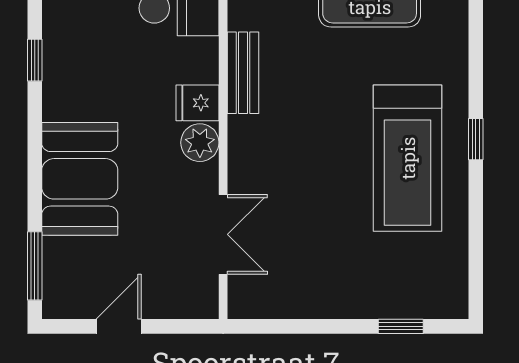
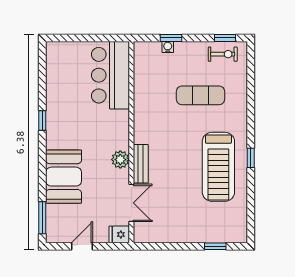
bench: (243, 73) -> (141, 164), moved
fridge: (197, 103) -> (119, 234), moved

